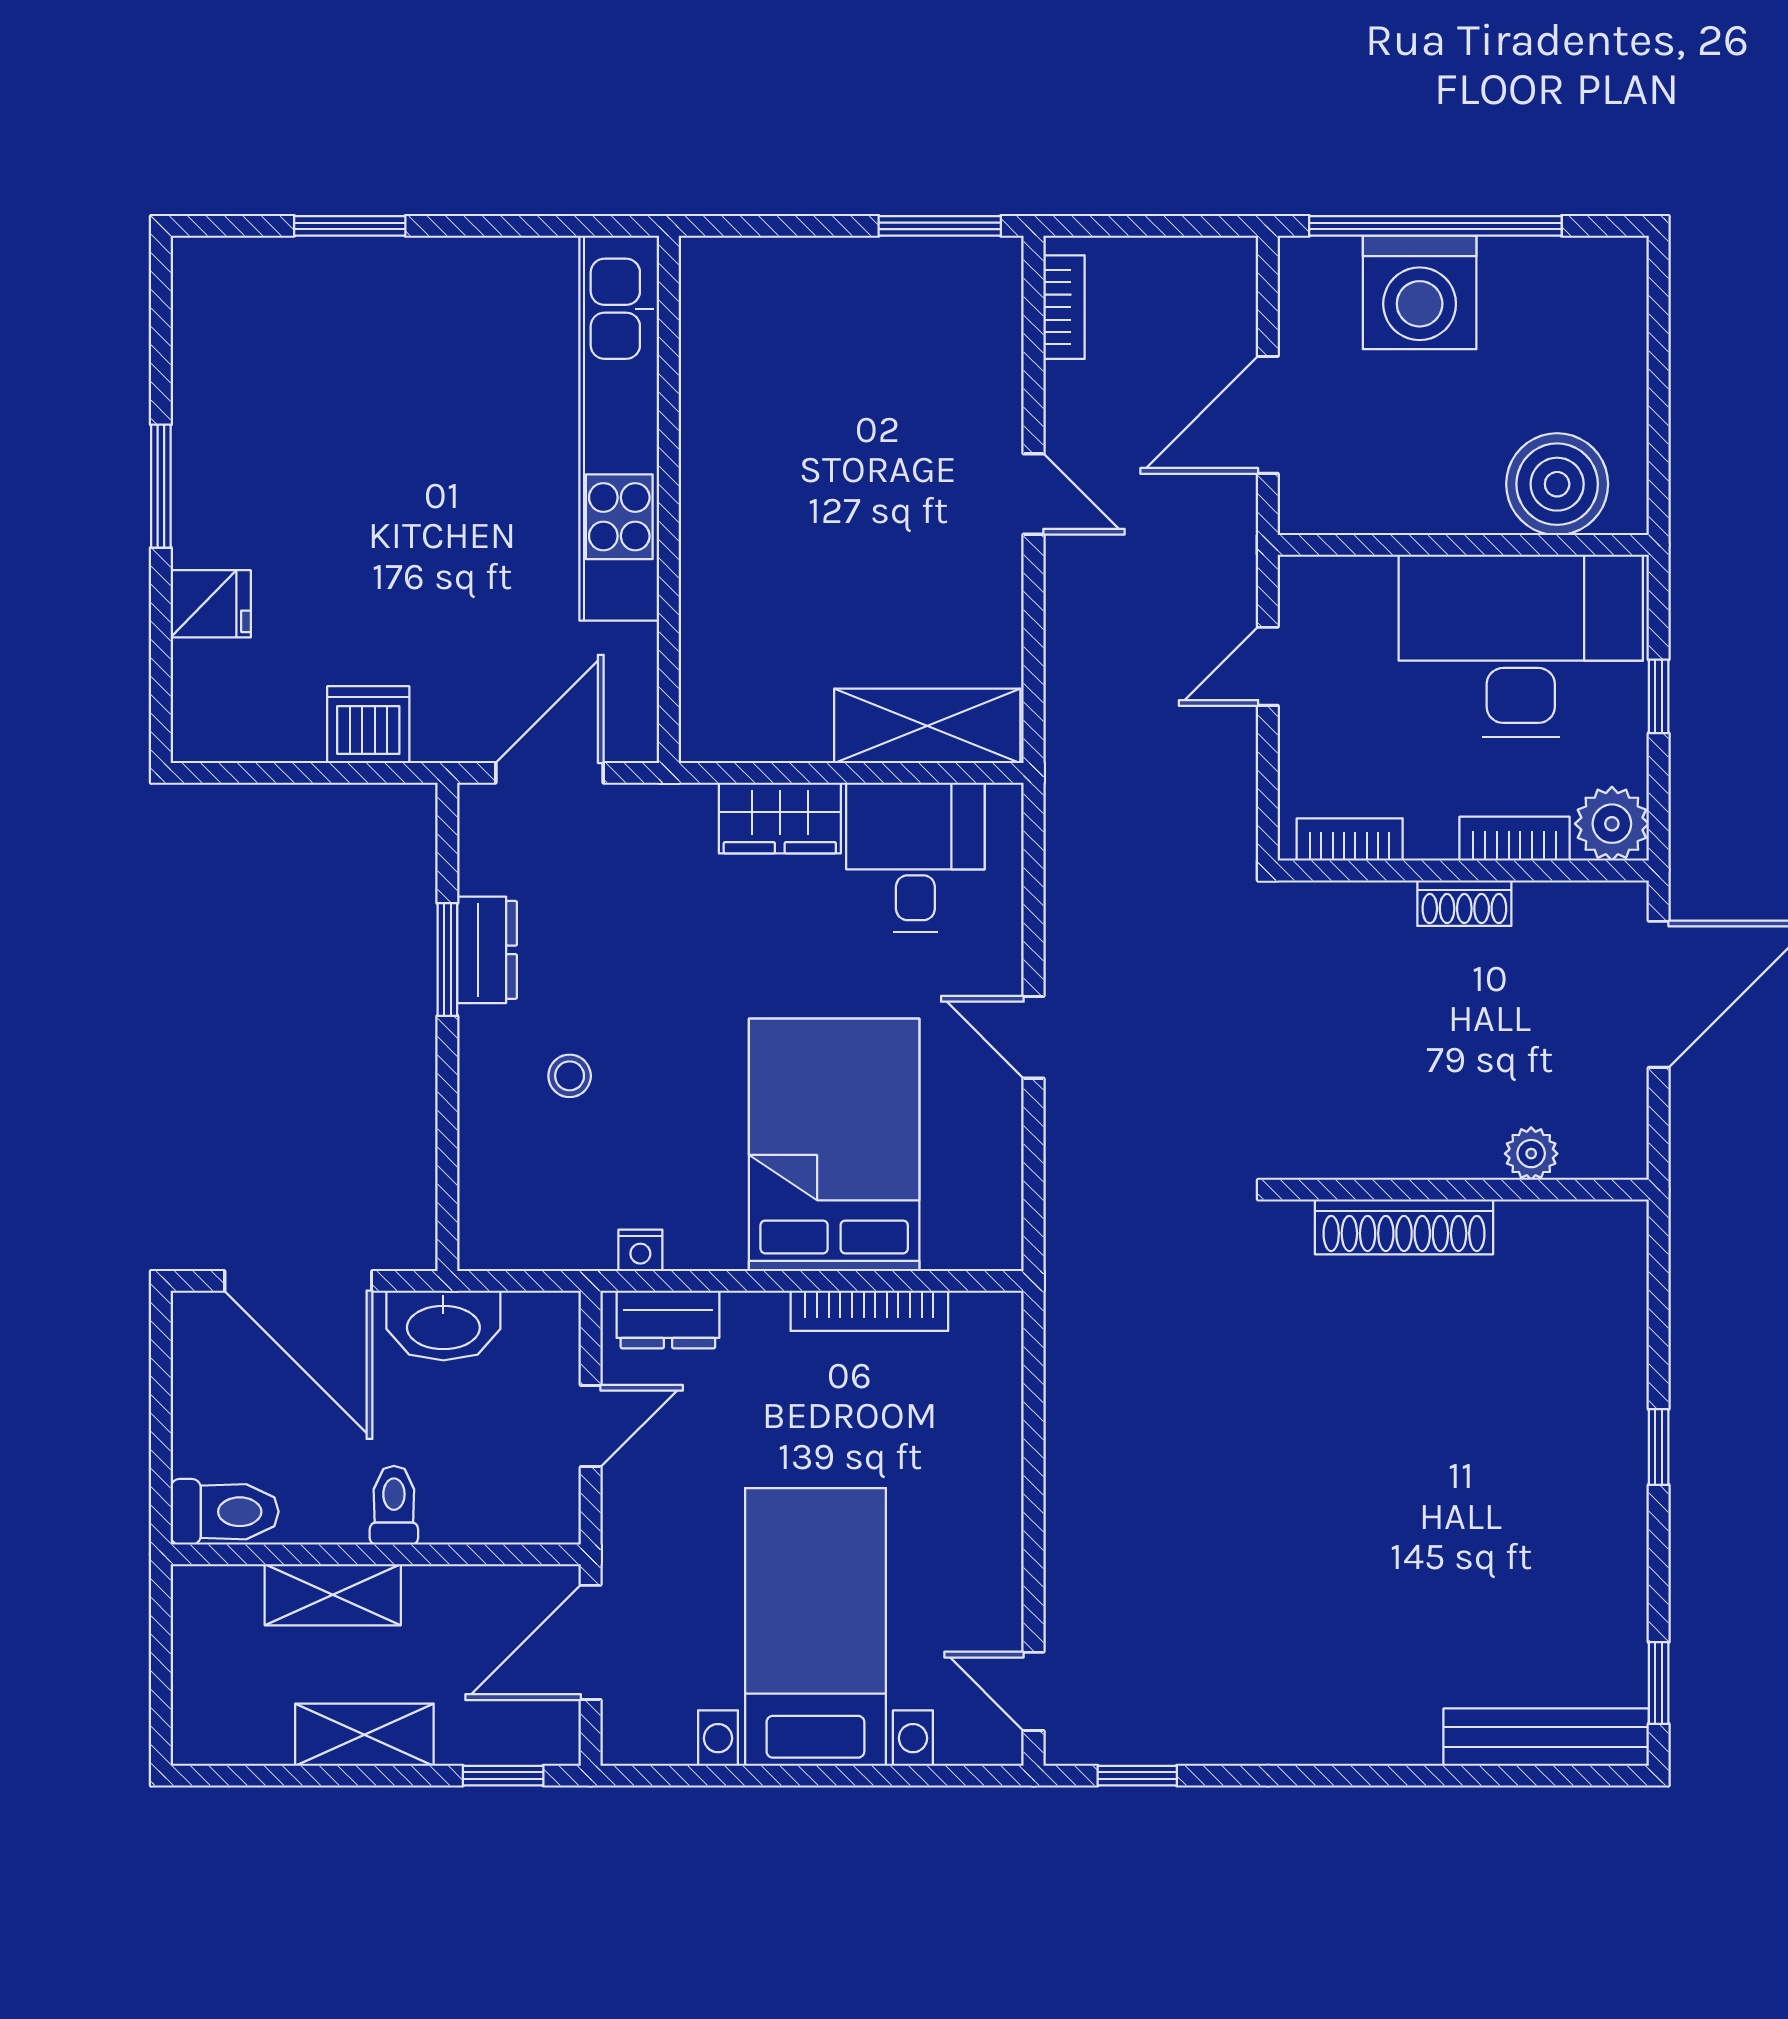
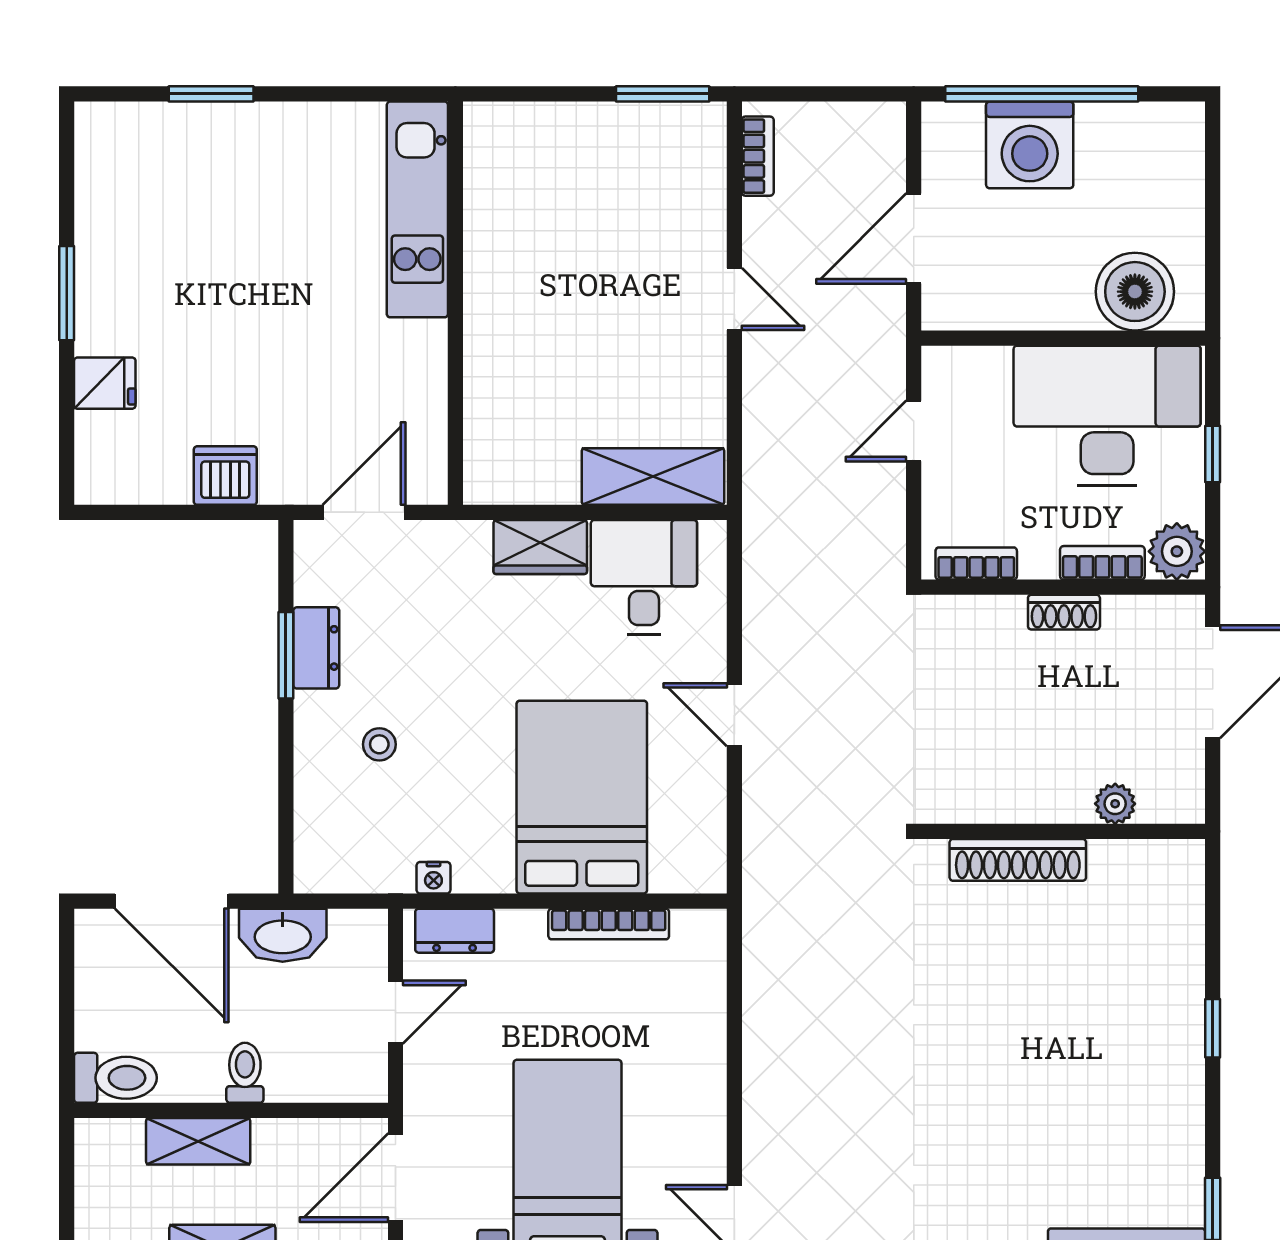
kitchen unit: (619, 428) -> (417, 209), width x0.73

